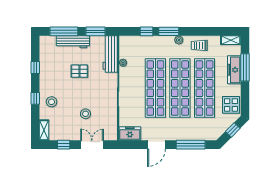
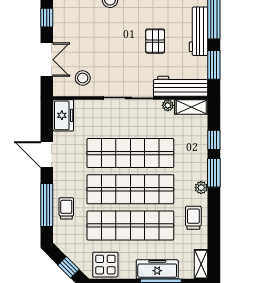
shelving: (124, 47) -> (191, 107), added
stool: (86, 114) -> (83, 78), moved
trolley: (193, 131) -> (66, 208), added

